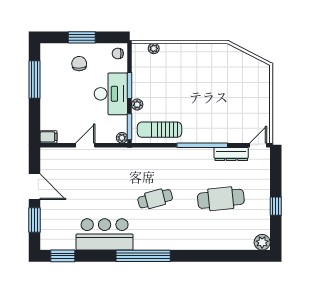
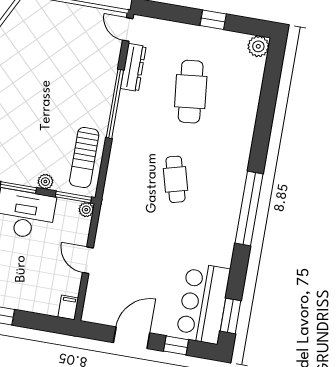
window: (34, 220) -> (176, 345), width x0.67
bar counter: (105, 234) -> (203, 303), moved

